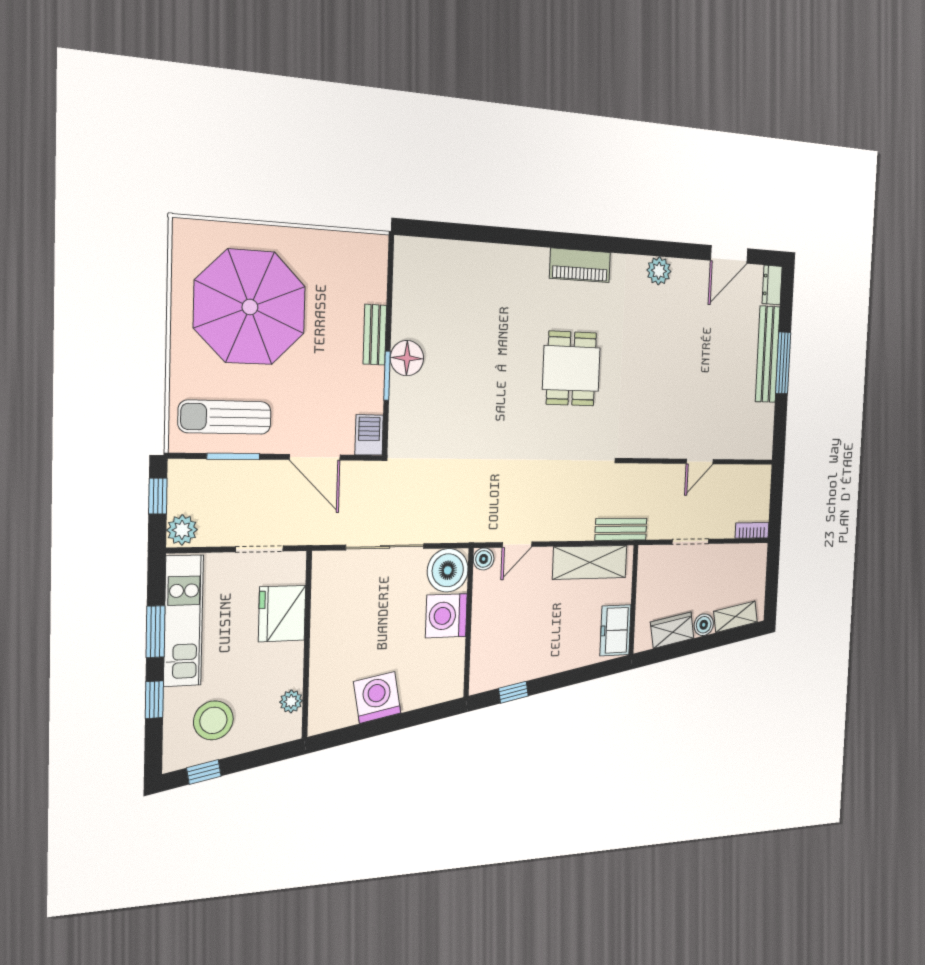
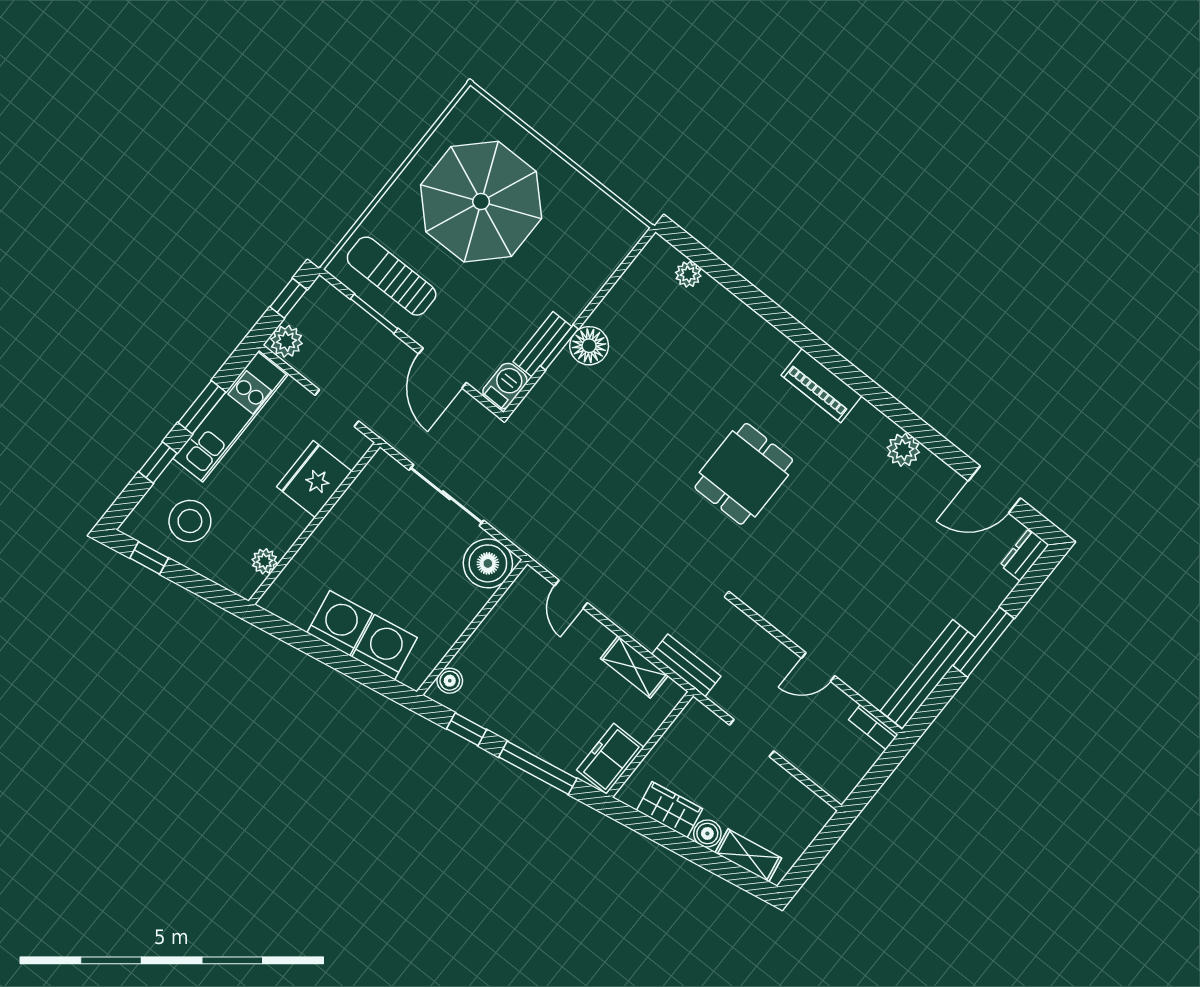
plant: (439, 251) -> (688, 274), added
bench: (375, 335) -> (542, 344), moved
bench: (768, 354) -> (928, 674), moved
bookcase: (752, 530) -> (873, 727), moved, turned 180
door: (517, 545) -> (571, 594), hinge flipped
boiler: (484, 559) -> (450, 681), moved
shelving: (590, 562) -> (634, 667), width x0.67, depth x0.75
washing machine: (446, 616) -> (385, 647), moved, turned 80
window: (576, 676) -> (538, 768), added

